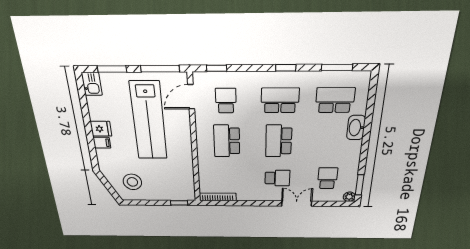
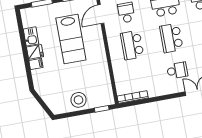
kitchen sink: (92, 84) -> (31, 36), moved
lab bench: (149, 121) -> (71, 39), width x0.73
stool: (132, 182) -> (78, 100), moved

